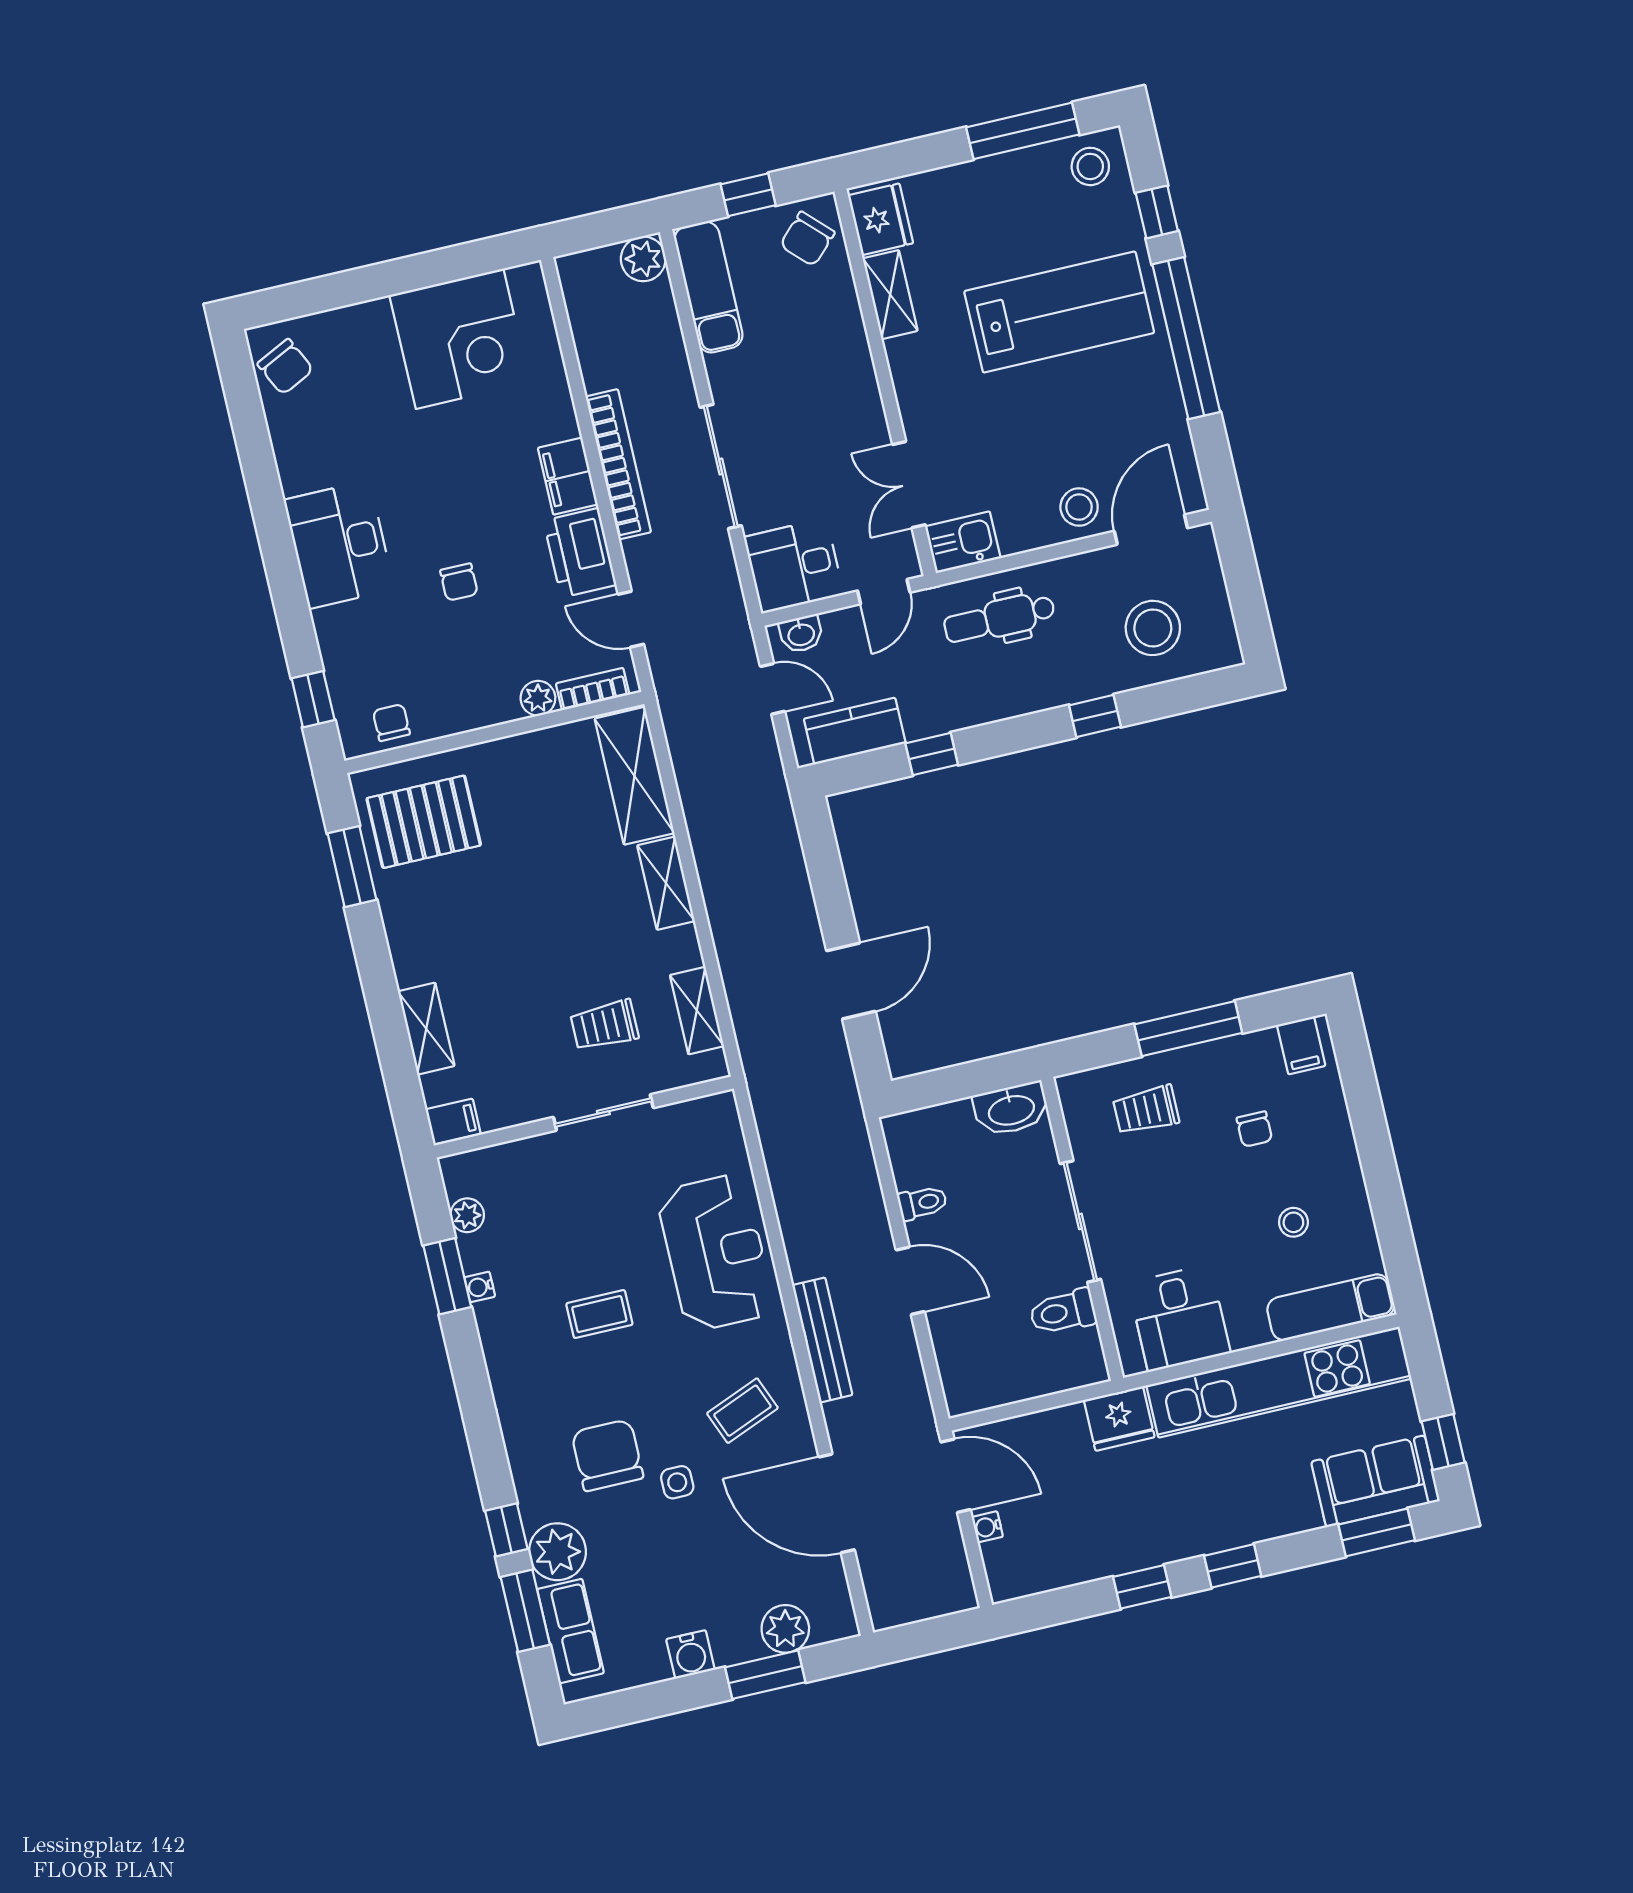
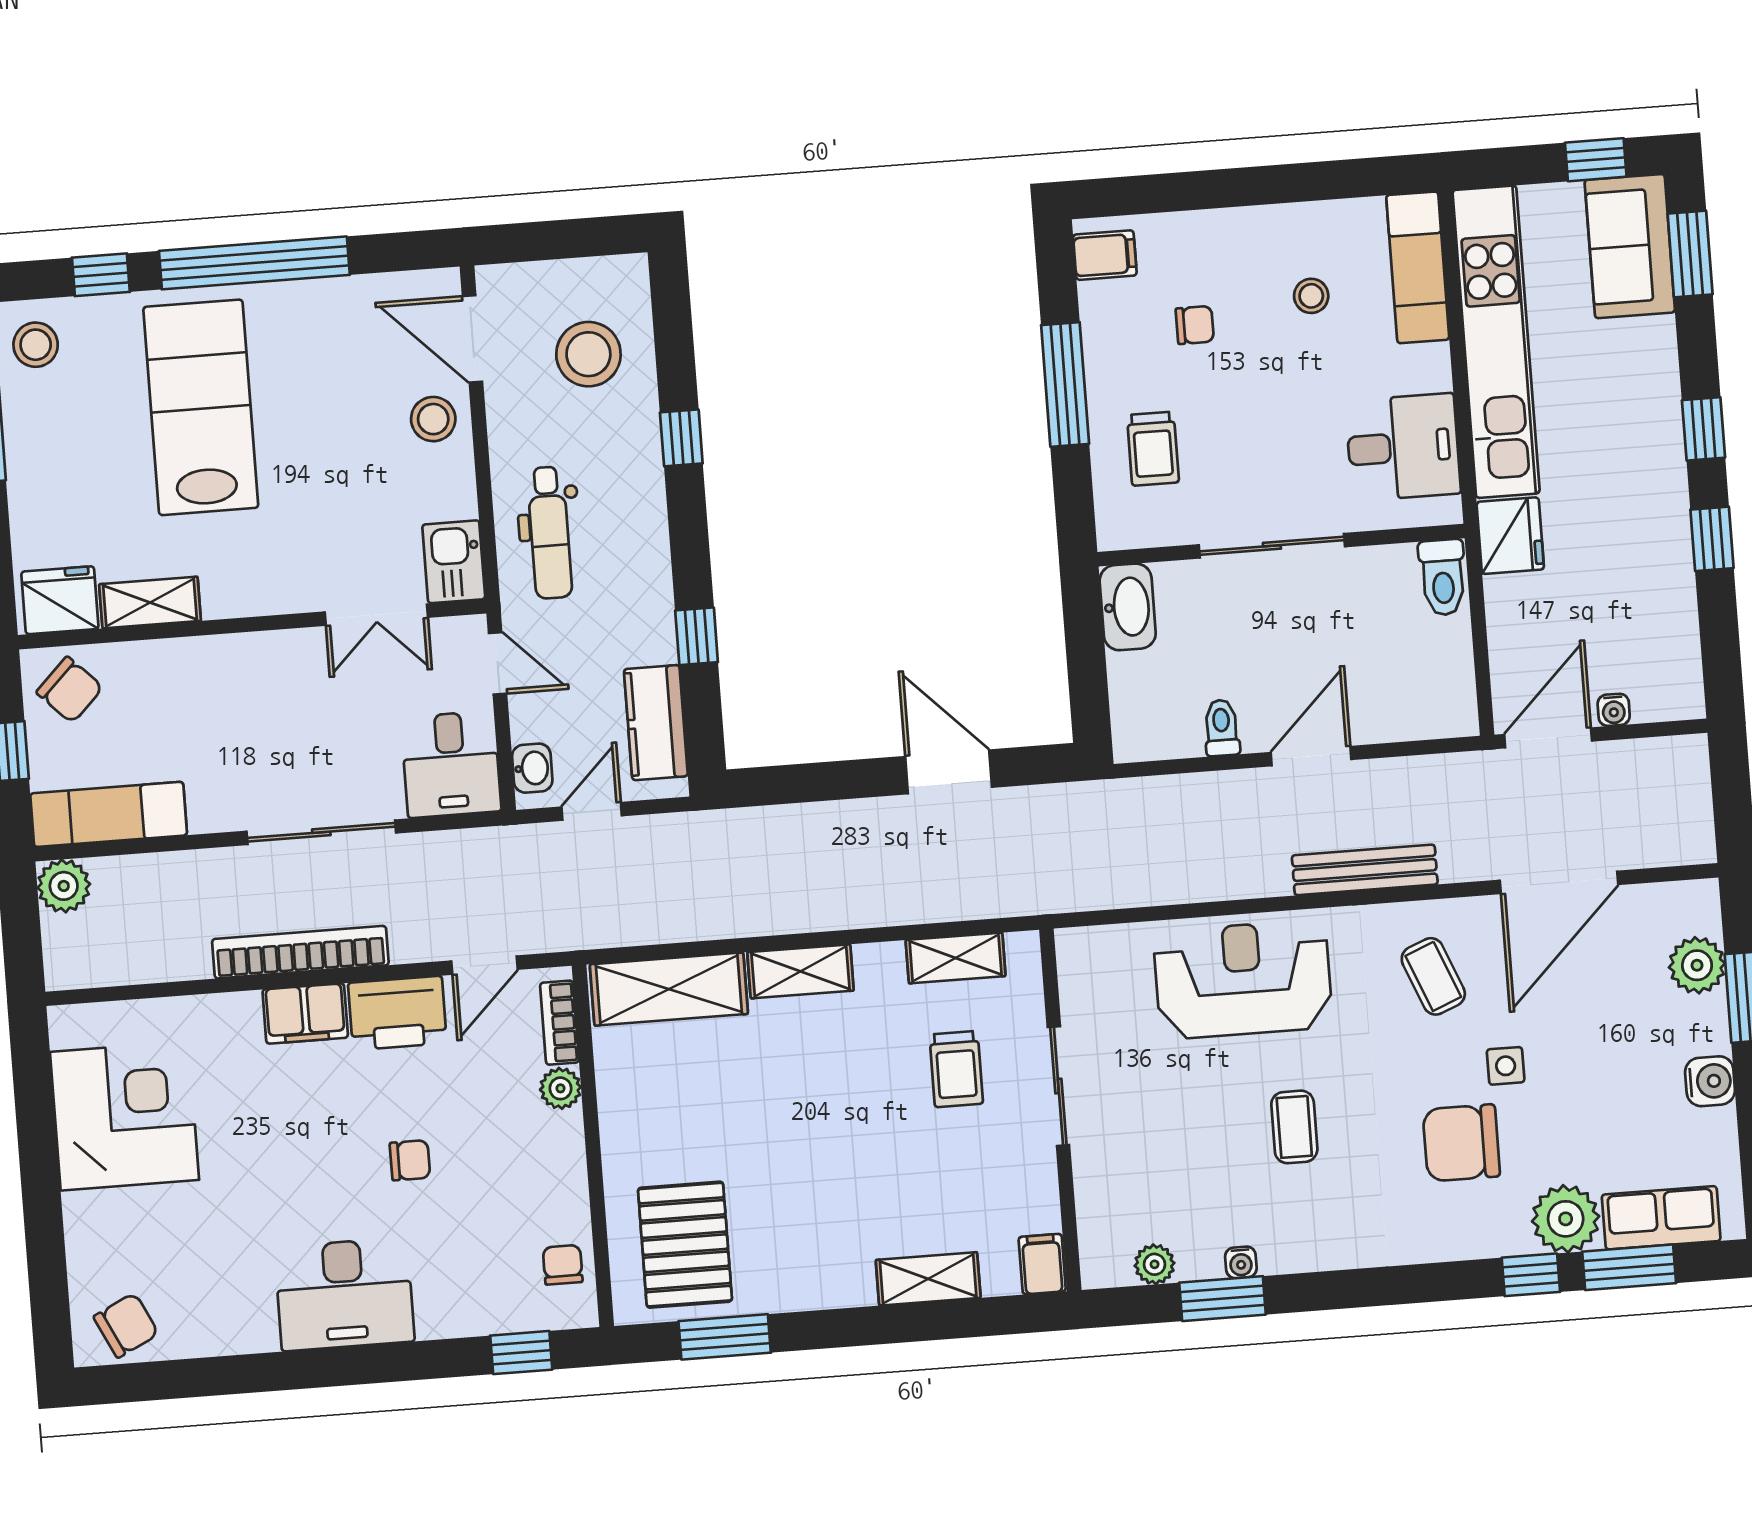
chair: (391, 723) -> (563, 1265), turned 90
toilet: (1063, 1312) -> (1443, 577), moved

